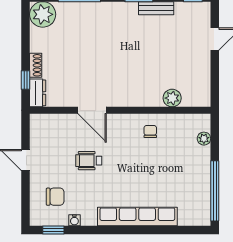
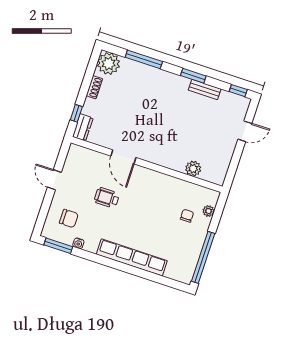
shoe rack: (36, 65) -> (94, 87), moved
chair: (150, 131) -> (187, 216), moved
window: (53, 230) -> (58, 246), width x1.50

